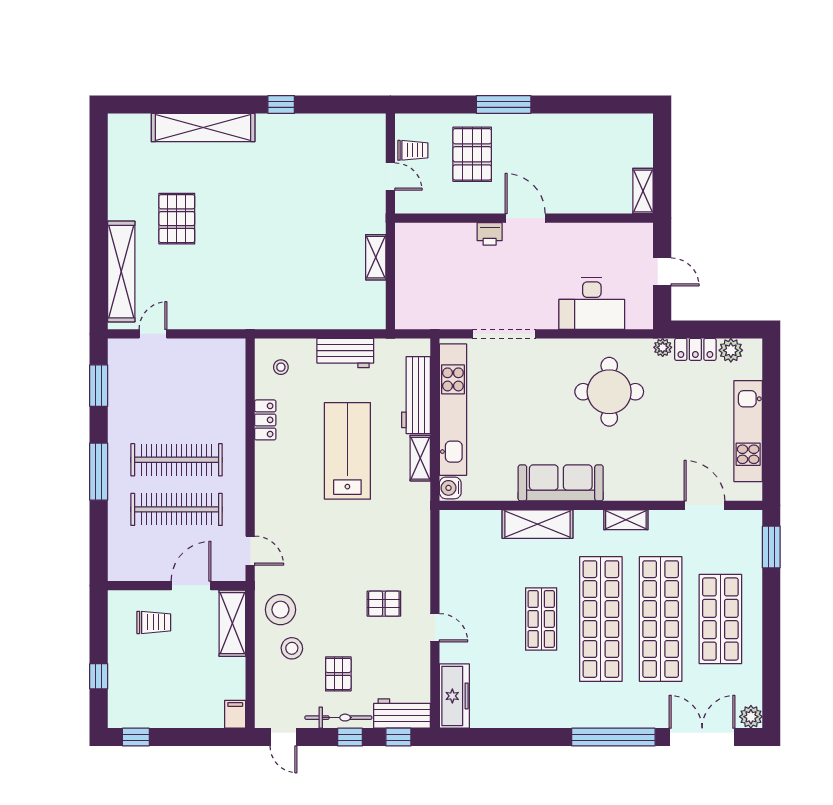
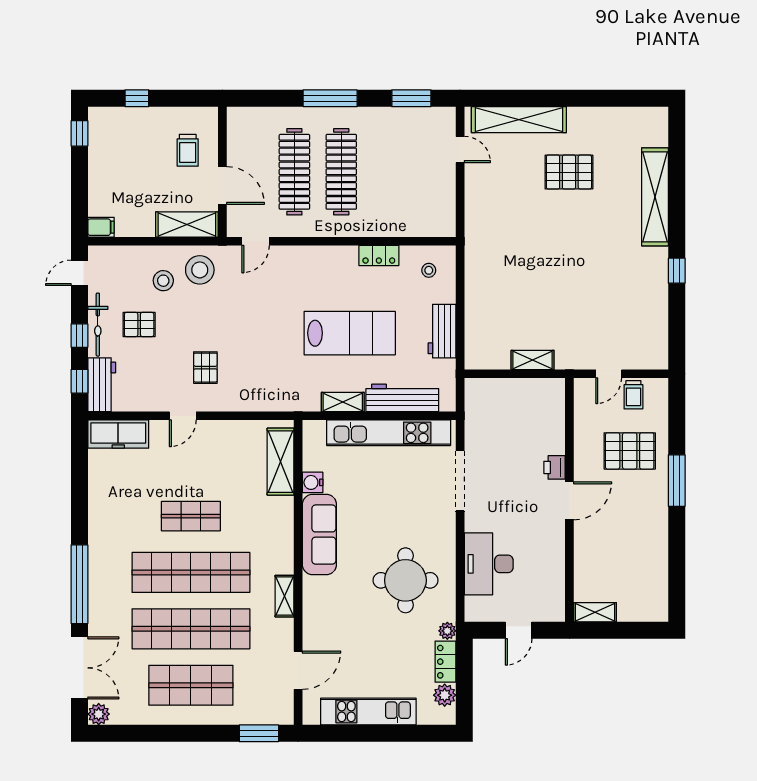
water cooler: (450, 488) -> (313, 482), moved, turned -90
shelving: (538, 524) -> (281, 462), moved

